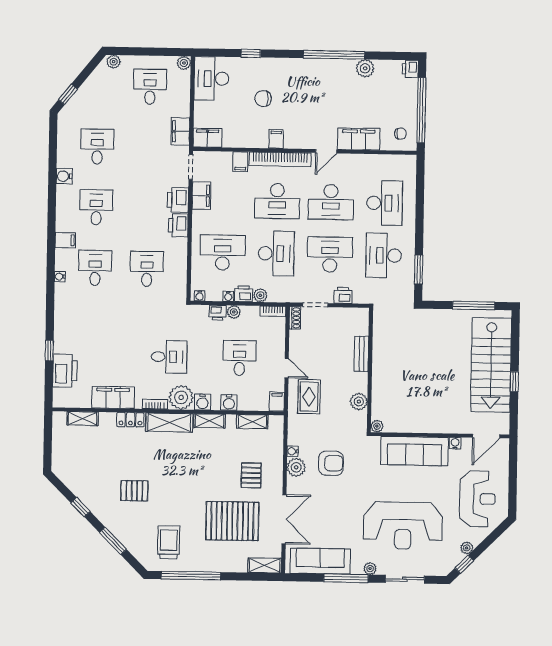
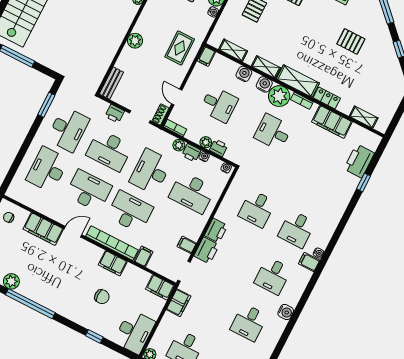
filing cabinet: (276, 139) -> (113, 263), width x2.00
filing cabinet: (201, 196) -> (187, 245), width x0.50
water cooler: (60, 277) -> (318, 253), moved
bench: (361, 354) -> (111, 83), moved
desk: (239, 358) -> (219, 104), turned -90
door: (287, 368) -> (177, 97), moved
plant: (359, 402) -> (135, 41), moved

